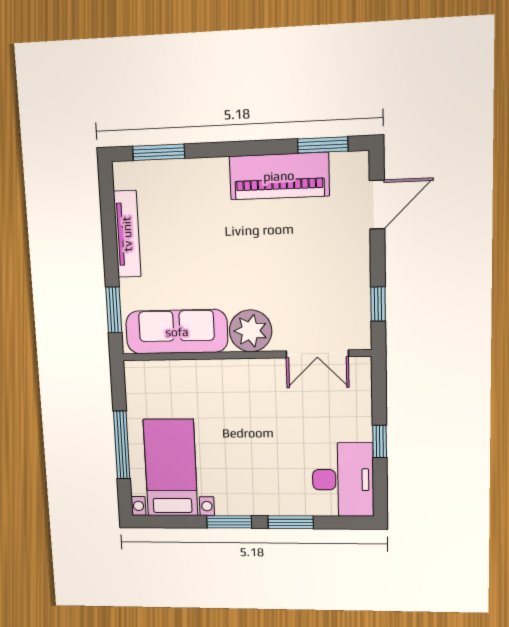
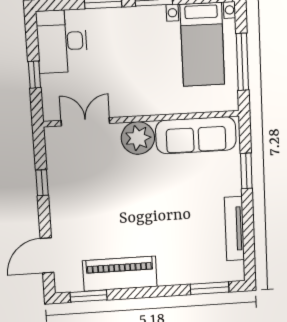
plant: (251, 331) -> (138, 138), moved
sofa: (177, 332) -> (196, 135), moved
double door: (317, 354) -> (85, 122), moved
wall: (245, 355) -> (142, 119), moved

